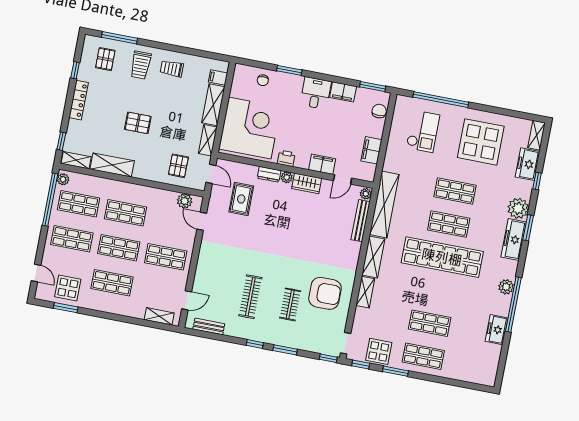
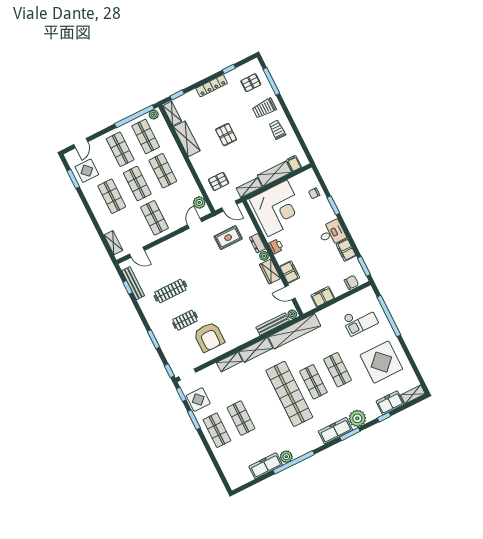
door: (211, 174) -> (229, 206), hinge flipped
plant: (506, 287) -> (286, 457), moved
bench: (209, 326) -> (133, 283), width x1.36
freezer: (496, 330) -> (266, 466), width x1.40
window: (255, 344) -> (128, 287), moved

